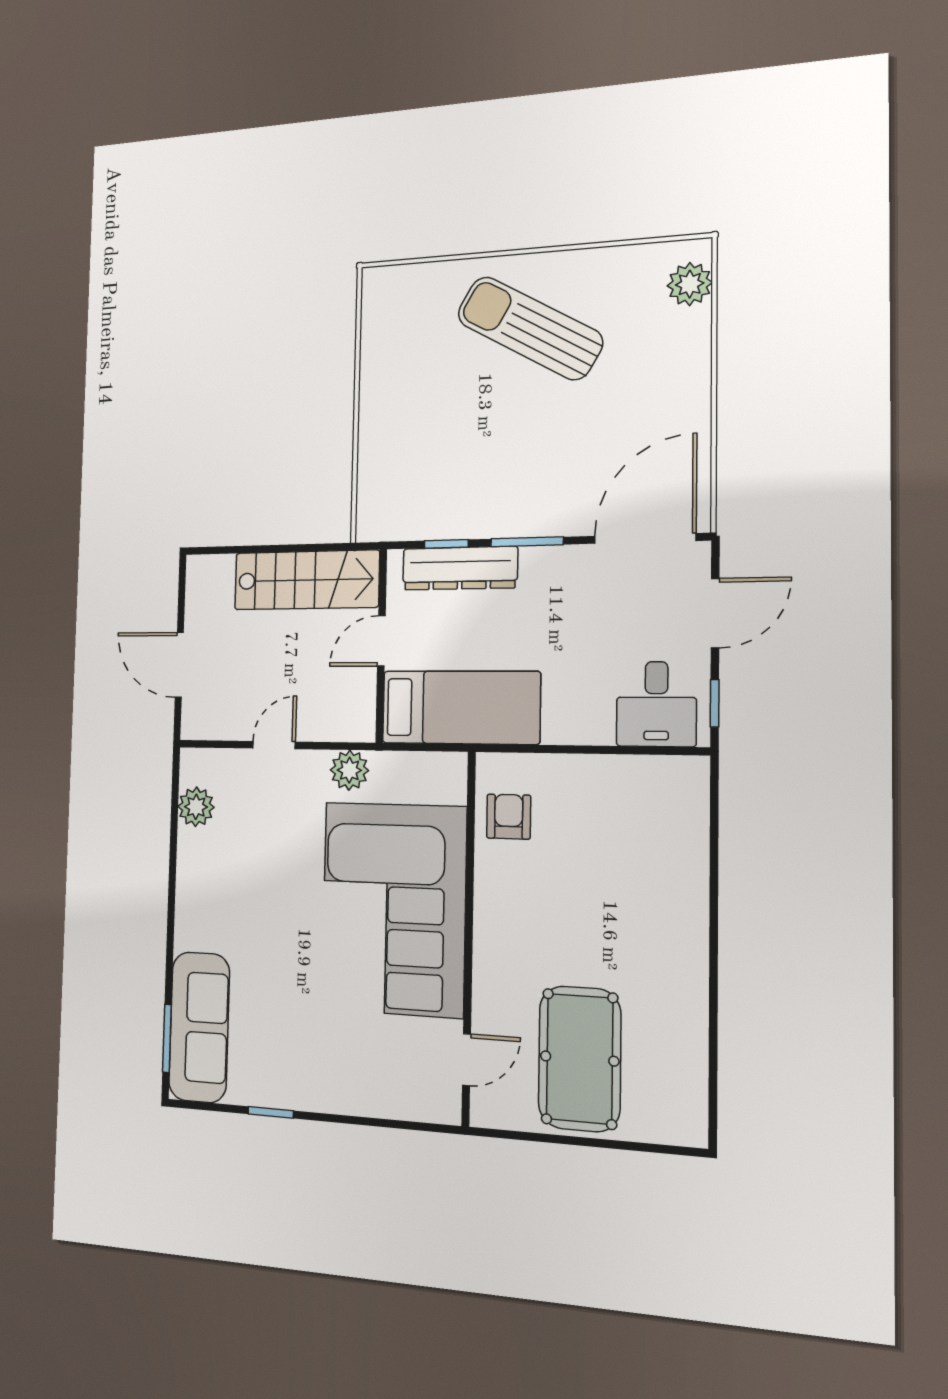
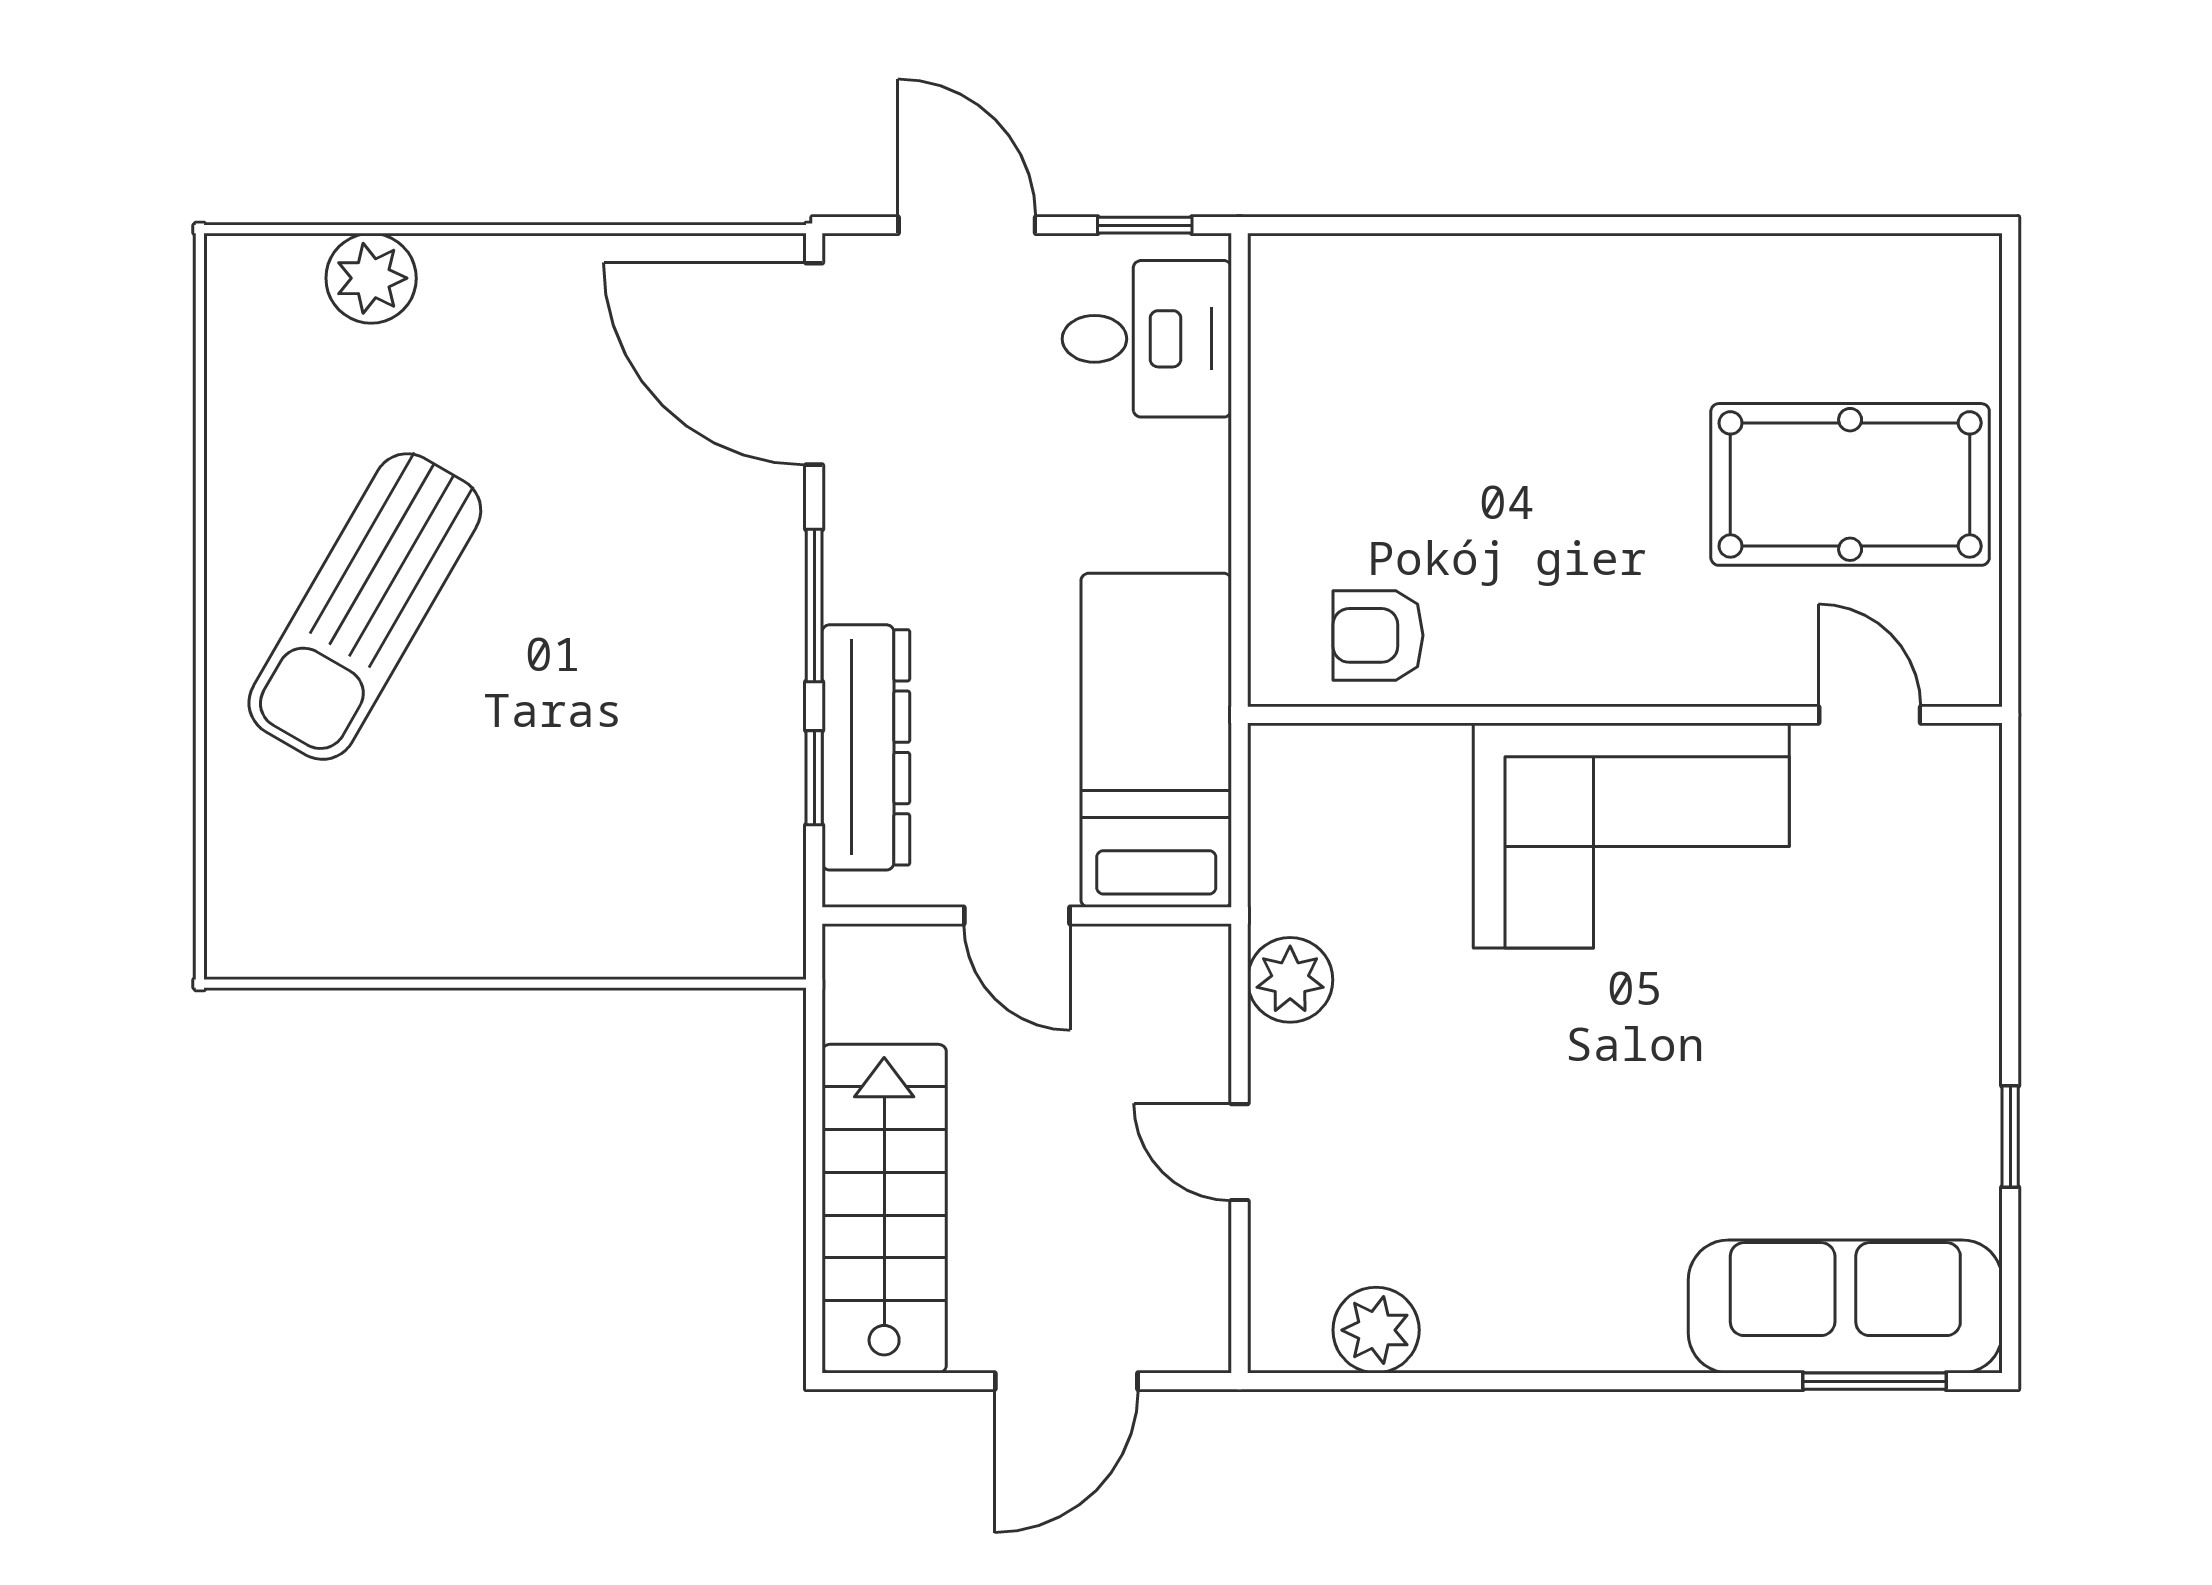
plant: (690, 284) -> (371, 278), moved
stairs: (306, 580) -> (884, 1209), moved
corner sofa: (394, 909) -> (1631, 835), width x0.73, depth x0.74

